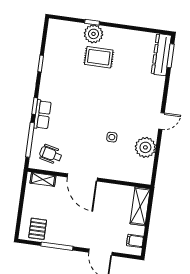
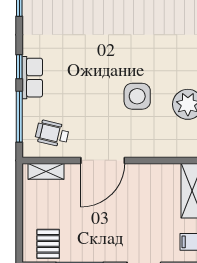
side table: (112, 137) -> (137, 96), width x1.87, depth x1.87
door: (82, 177) -> (103, 160), hinge flipped

